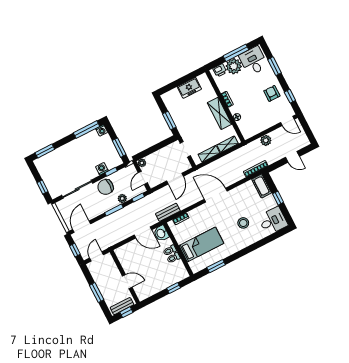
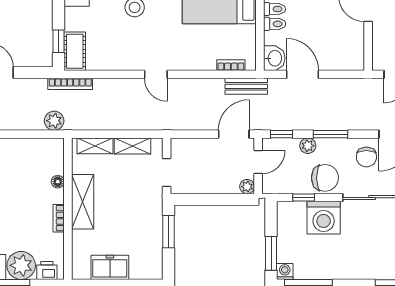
plant: (266, 140) -> (54, 121), moved
window: (119, 148) -> (271, 253), moved
washing machine: (102, 169) -> (324, 218), width x1.89, depth x1.89
door: (175, 179) -> (234, 134), moved
door: (216, 195) -> (156, 74), width x0.53
window: (278, 198) -> (59, 41), moved
chair: (90, 208) -> (366, 157), added

